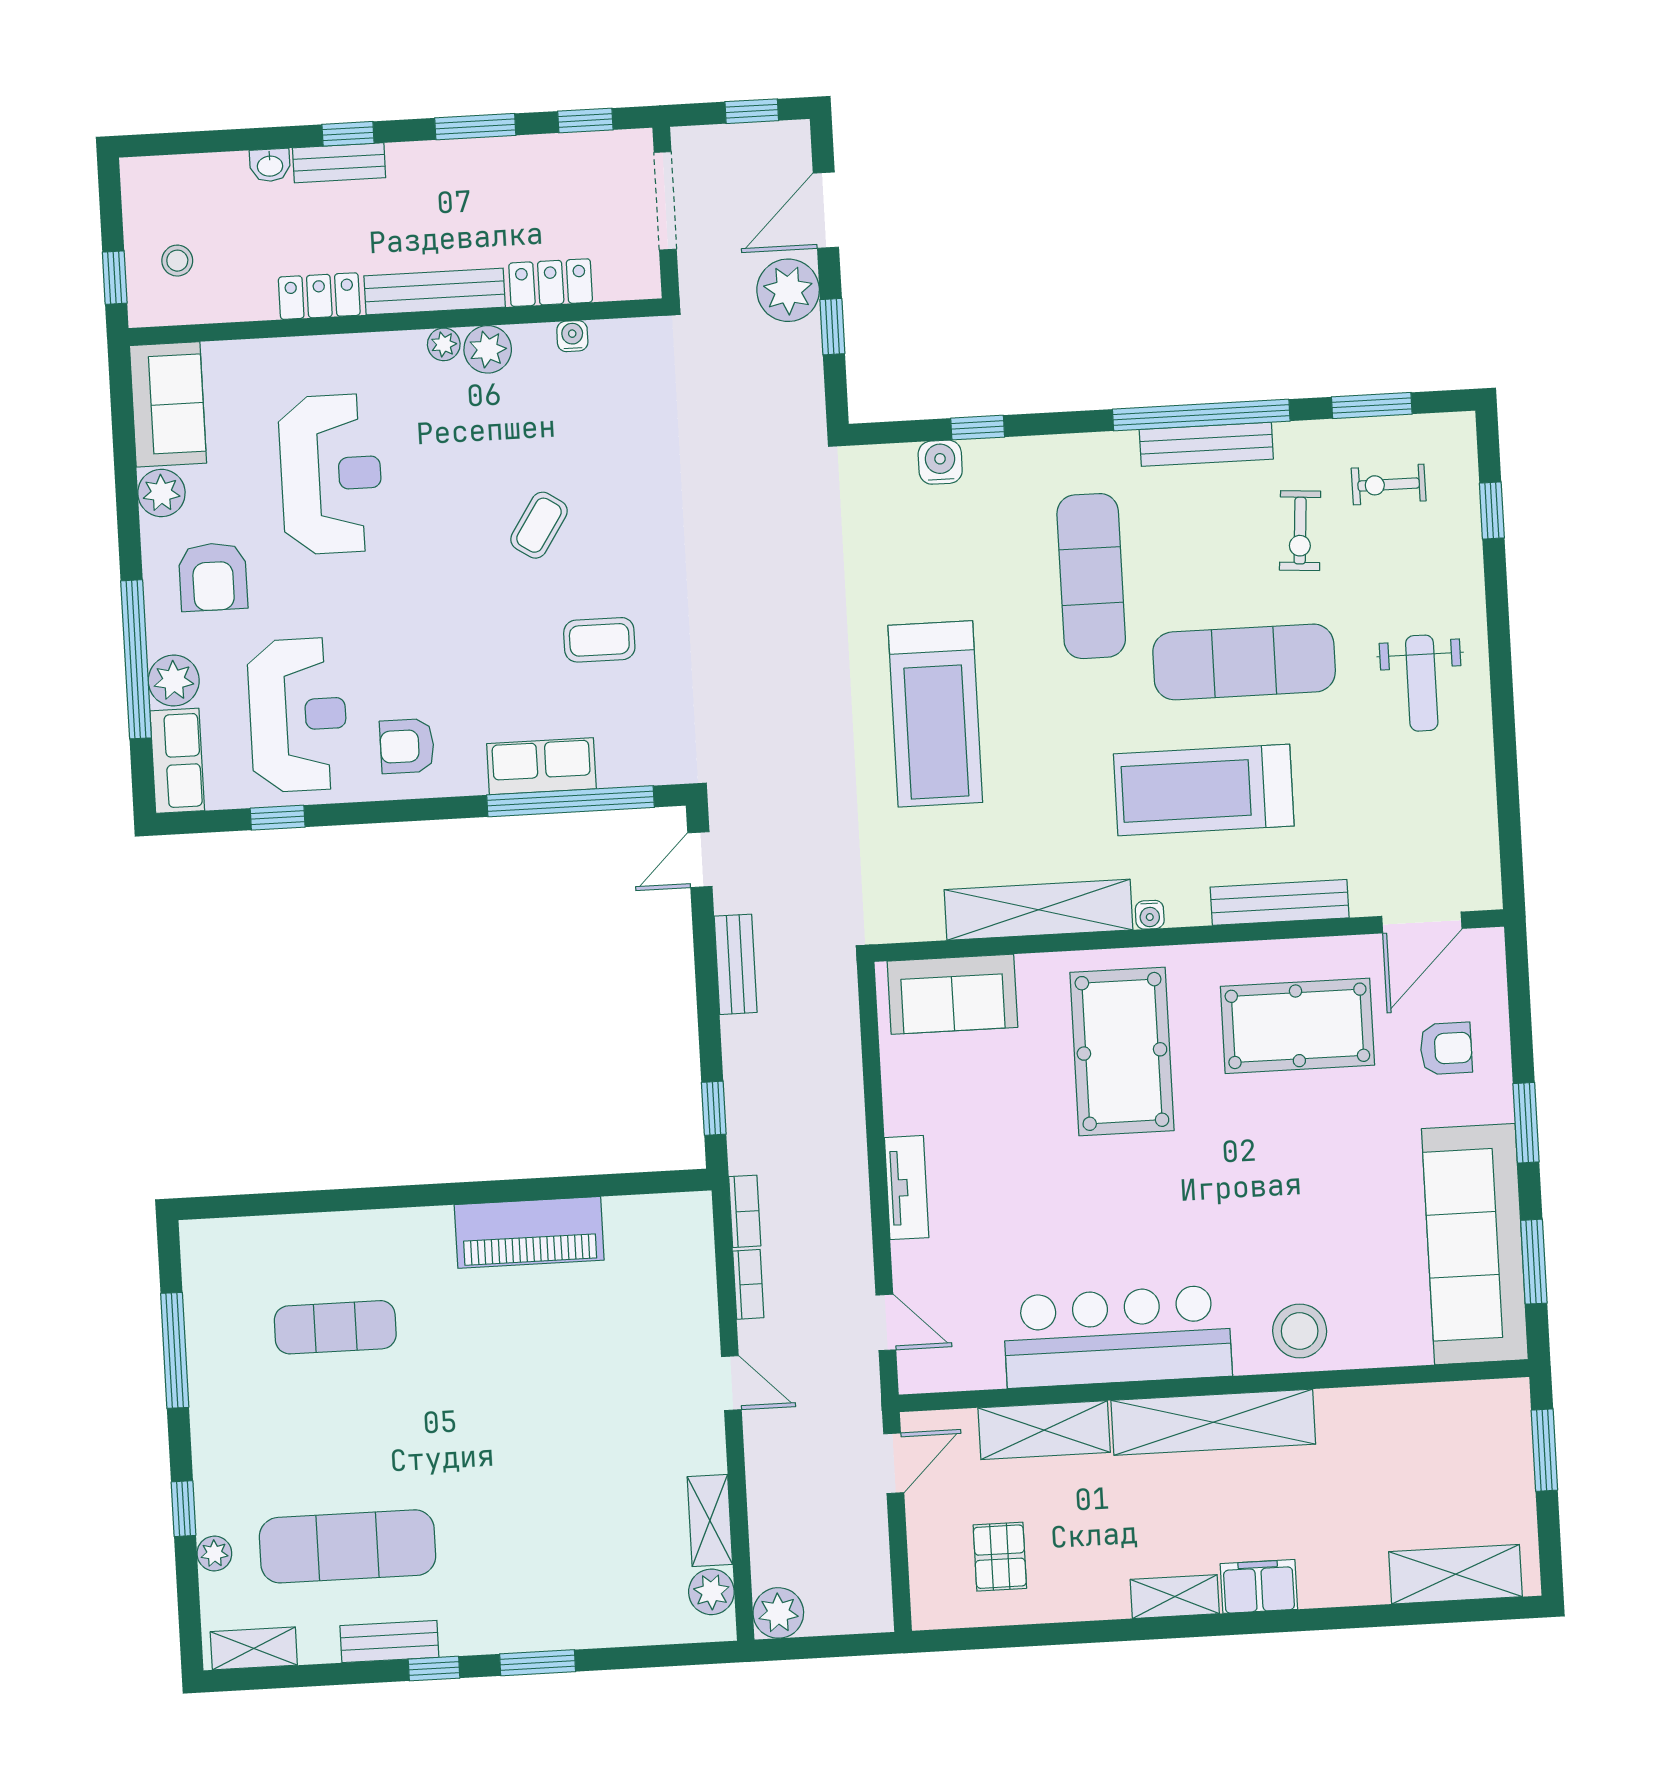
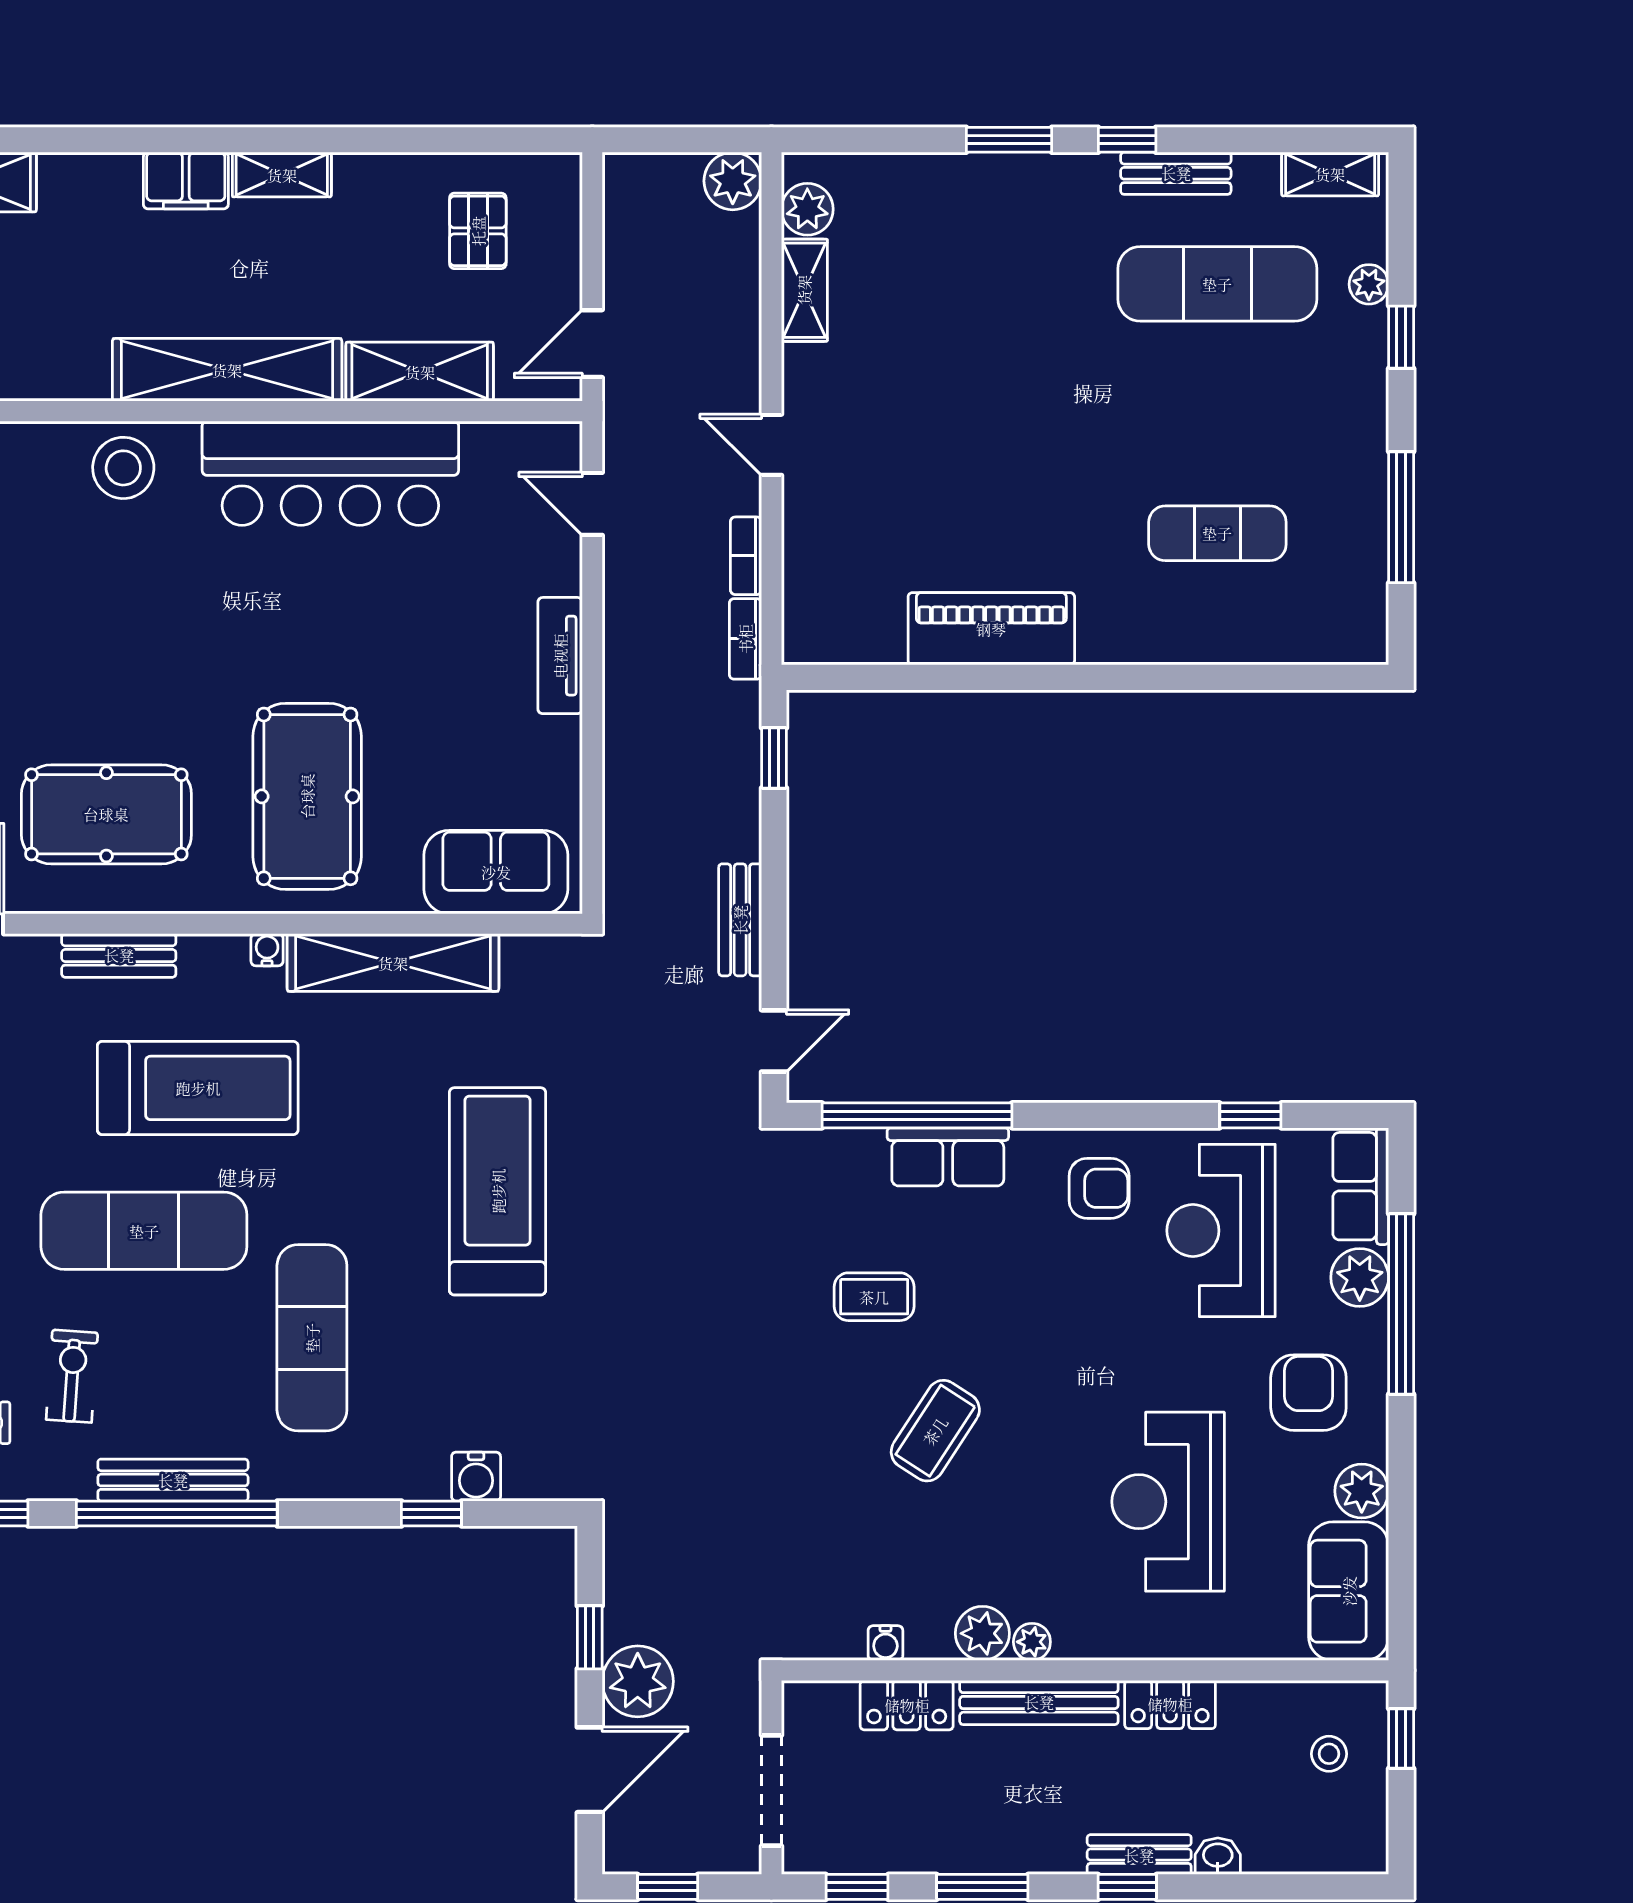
coffee table: (539, 525) -> (935, 1431), width x1.36, depth x1.30
bench: (1280, 902) -> (119, 955), width x0.73

